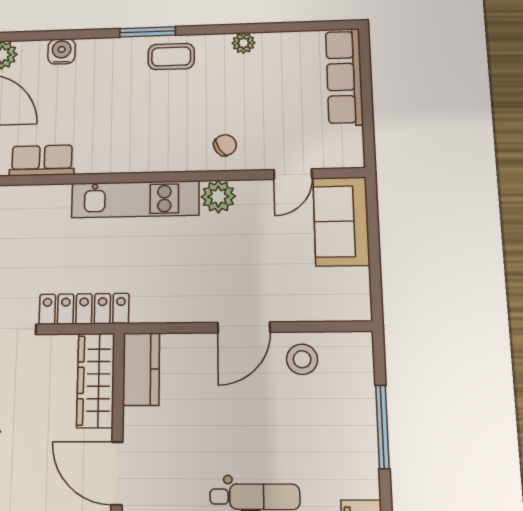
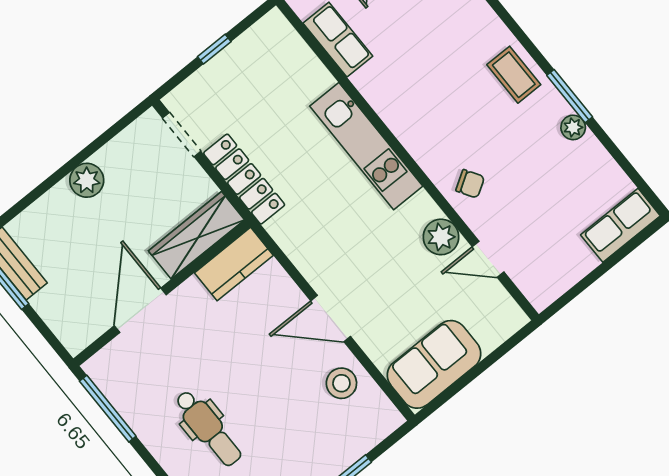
window: (147, 32) -> (570, 96), moved
row of seats: (344, 77) -> (620, 225), width x0.68
plant: (218, 197) -> (441, 237), moved
sofa: (341, 221) -> (434, 364), moved

